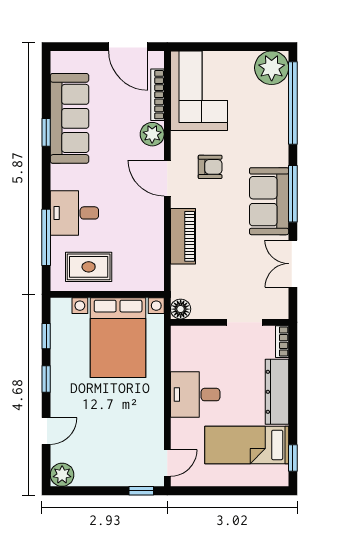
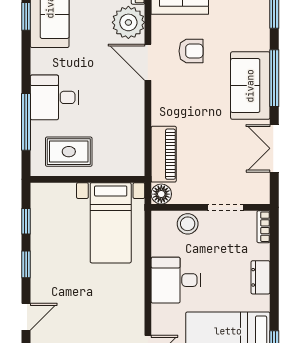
plant: (152, 134) -> (128, 22), width x1.36, depth x1.36
piano: (183, 236) -> (164, 154), moved
bed with nightstands: (118, 338) -> (111, 223), width x0.73
stool: (207, 339) -> (188, 224), added
dresser: (277, 392) -> (260, 277), width x0.51, depth x0.80

